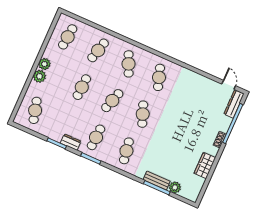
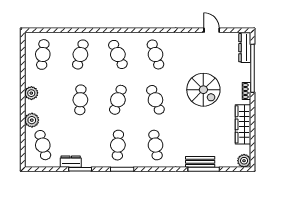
plant: (39, 76) -> (32, 120), moved
door: (229, 85) -> (212, 30), moved
spiral stairs: (185, 123) -> (203, 90), added
dresser: (71, 142) -> (71, 162), moved
wardrobe: (205, 166) -> (243, 124), width x1.50
plant: (175, 187) -> (244, 161), moved

